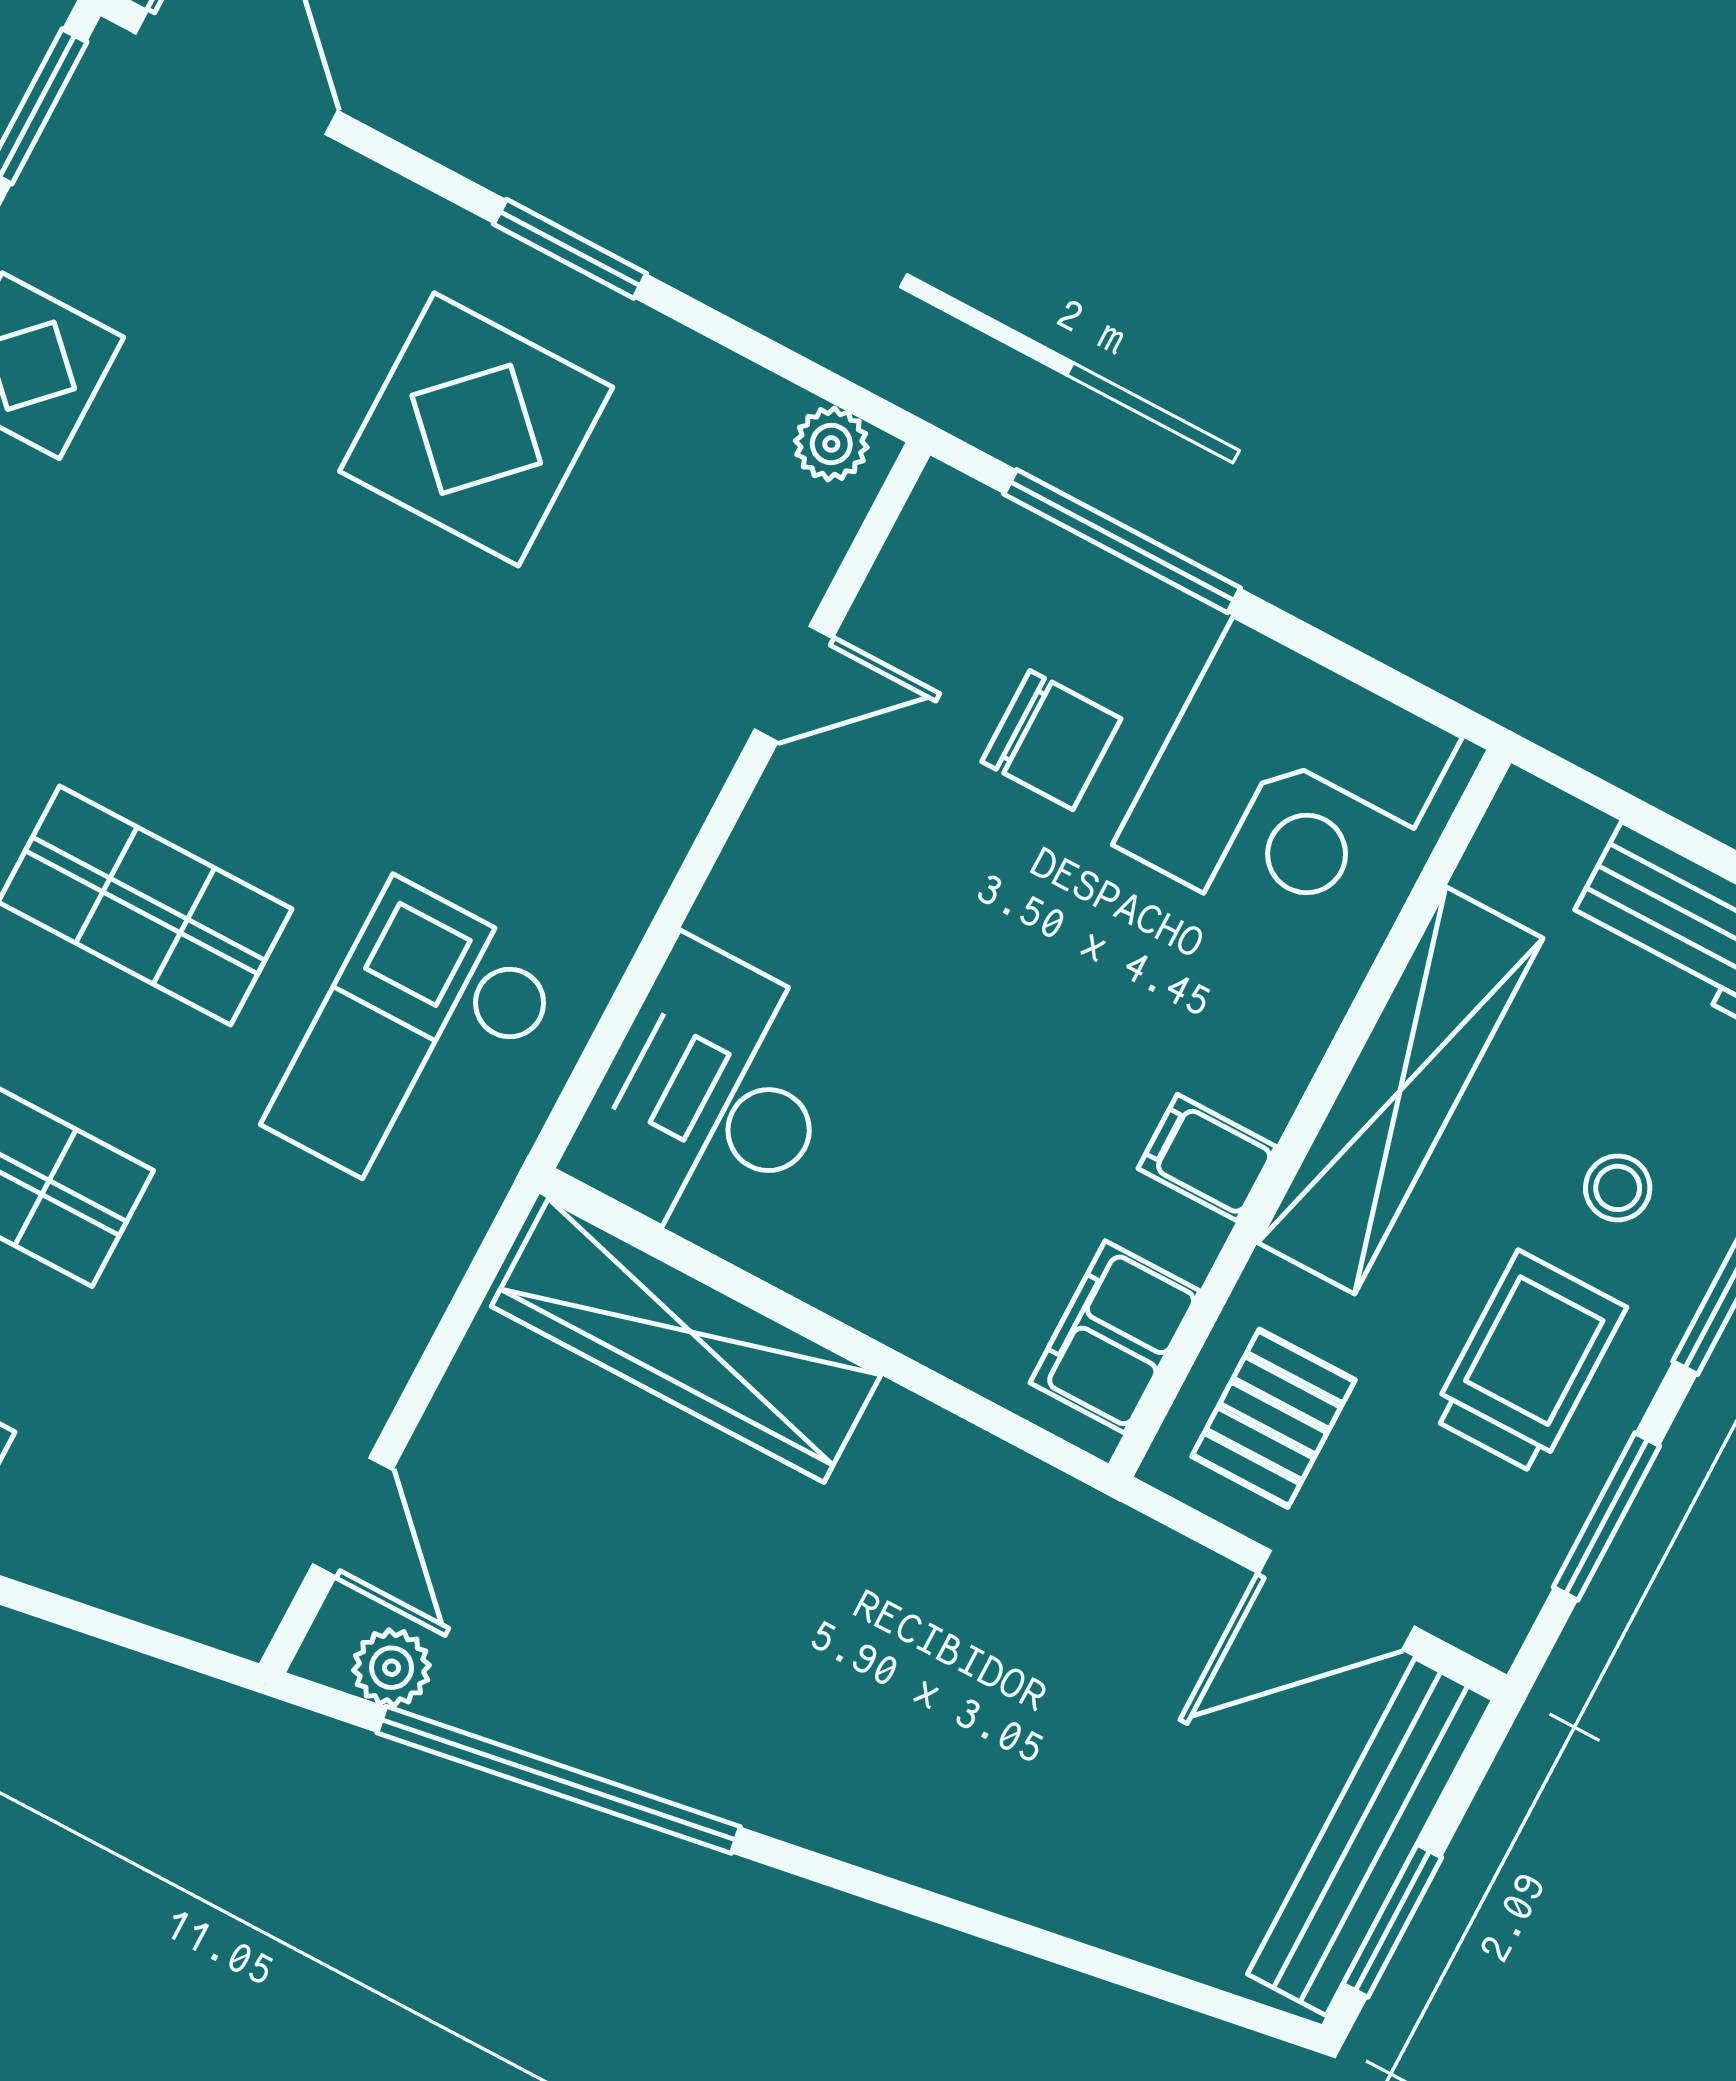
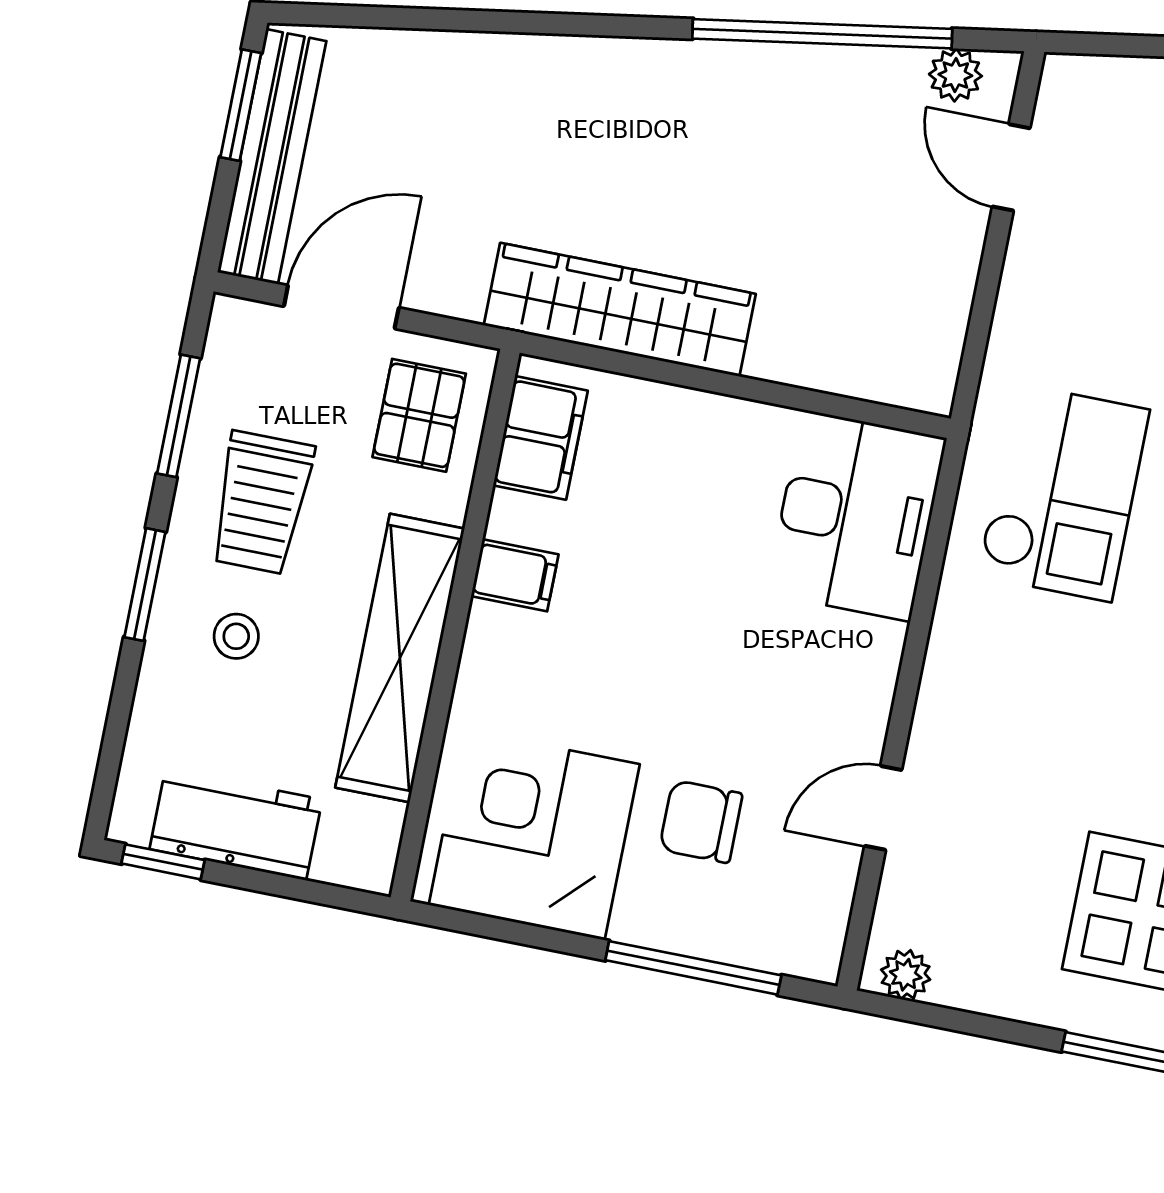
wardrobe: (686, 1341) -> (620, 310), moved

